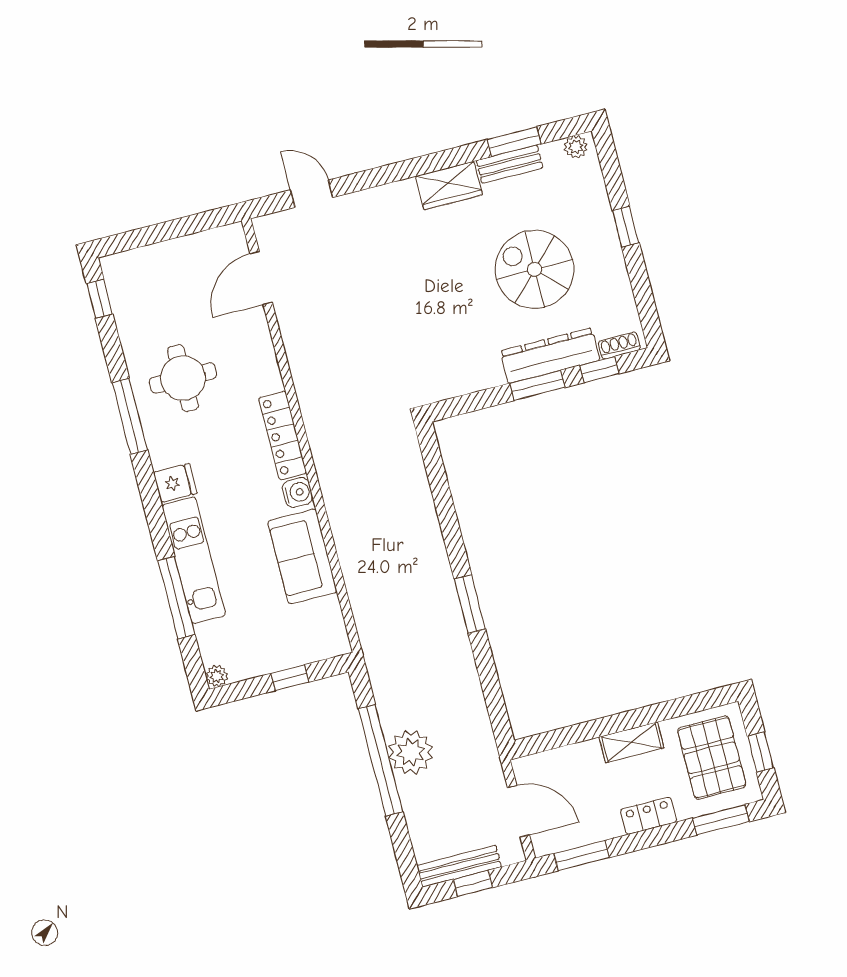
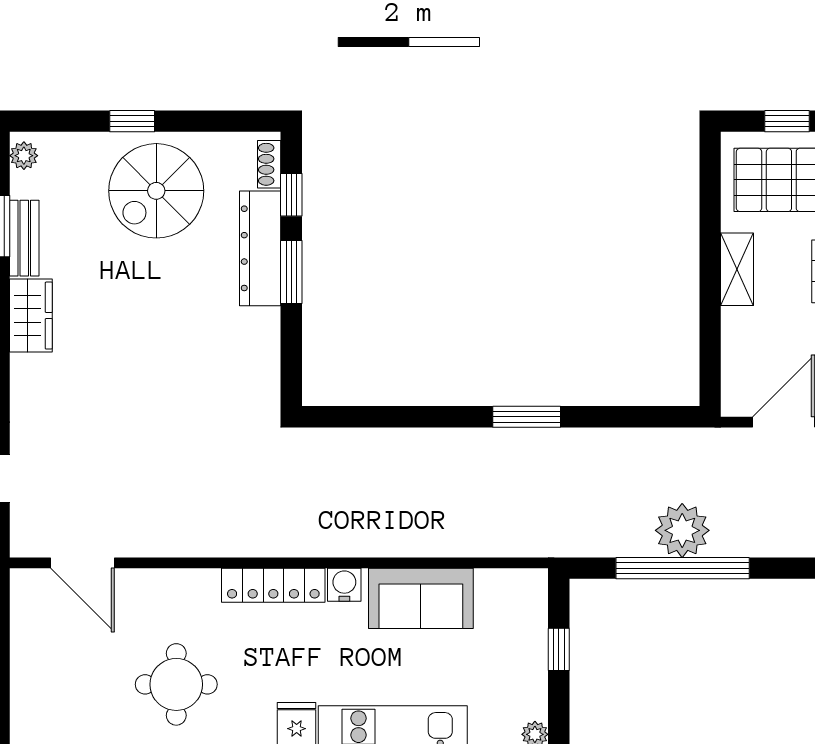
spiral stairs: (535, 269) -> (156, 191), moved

